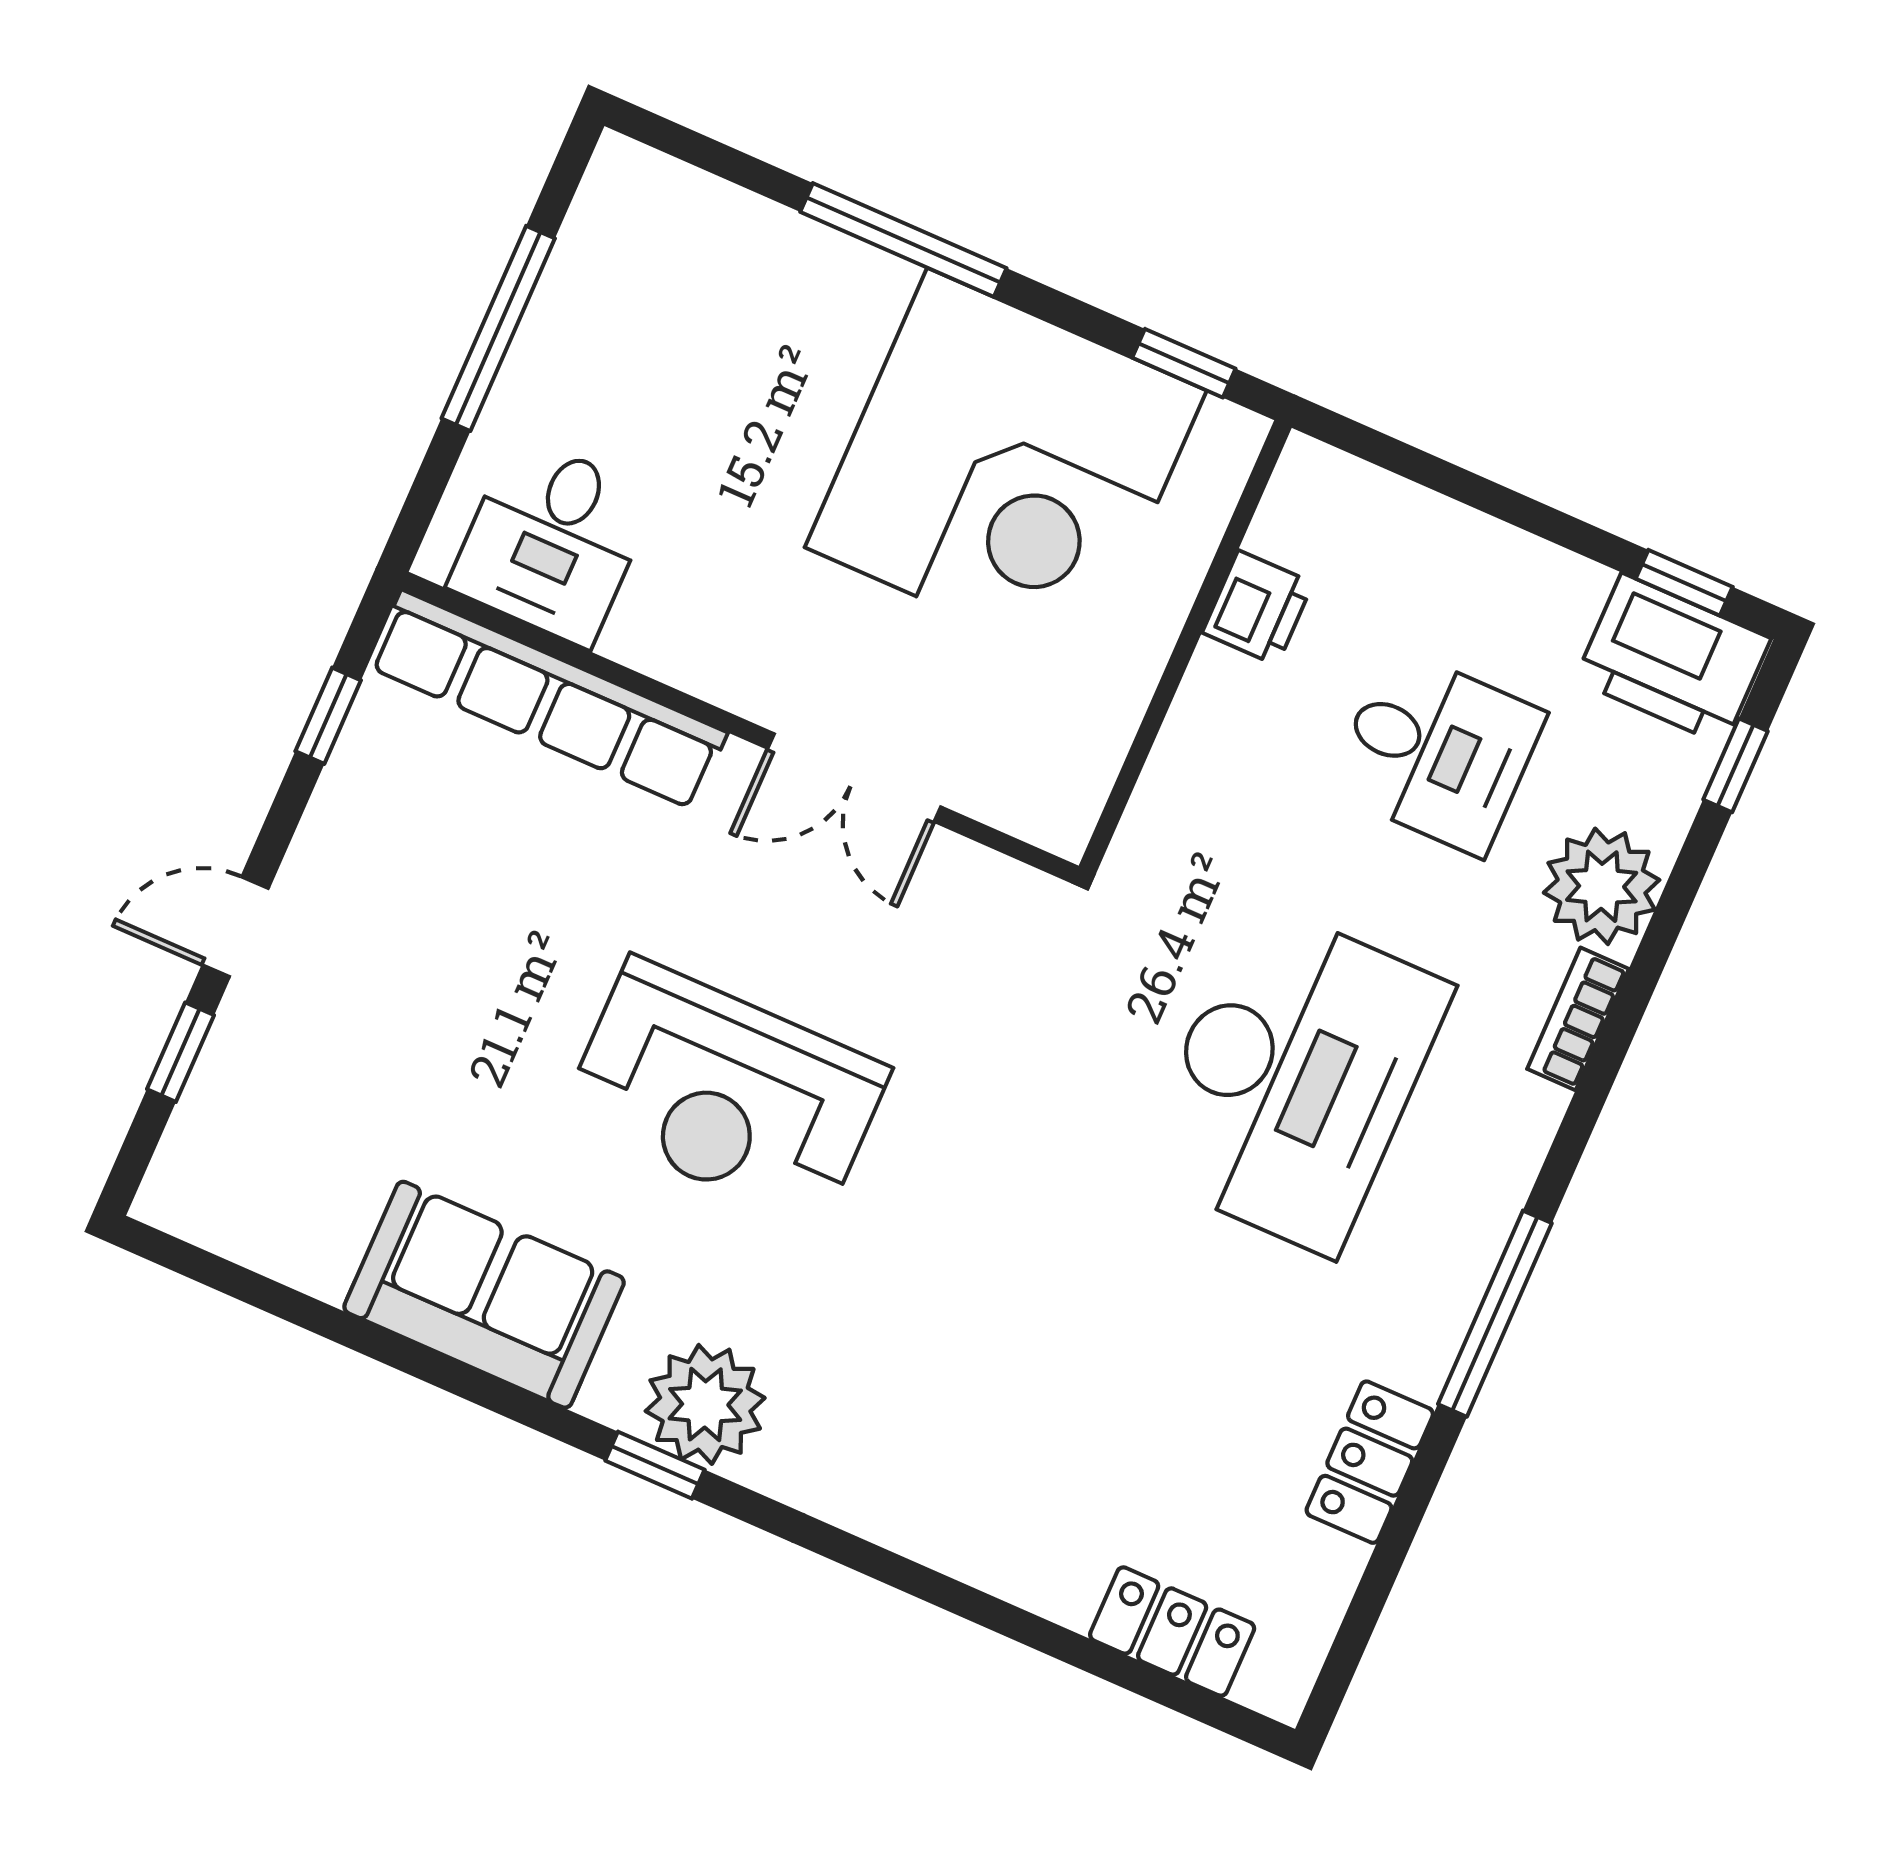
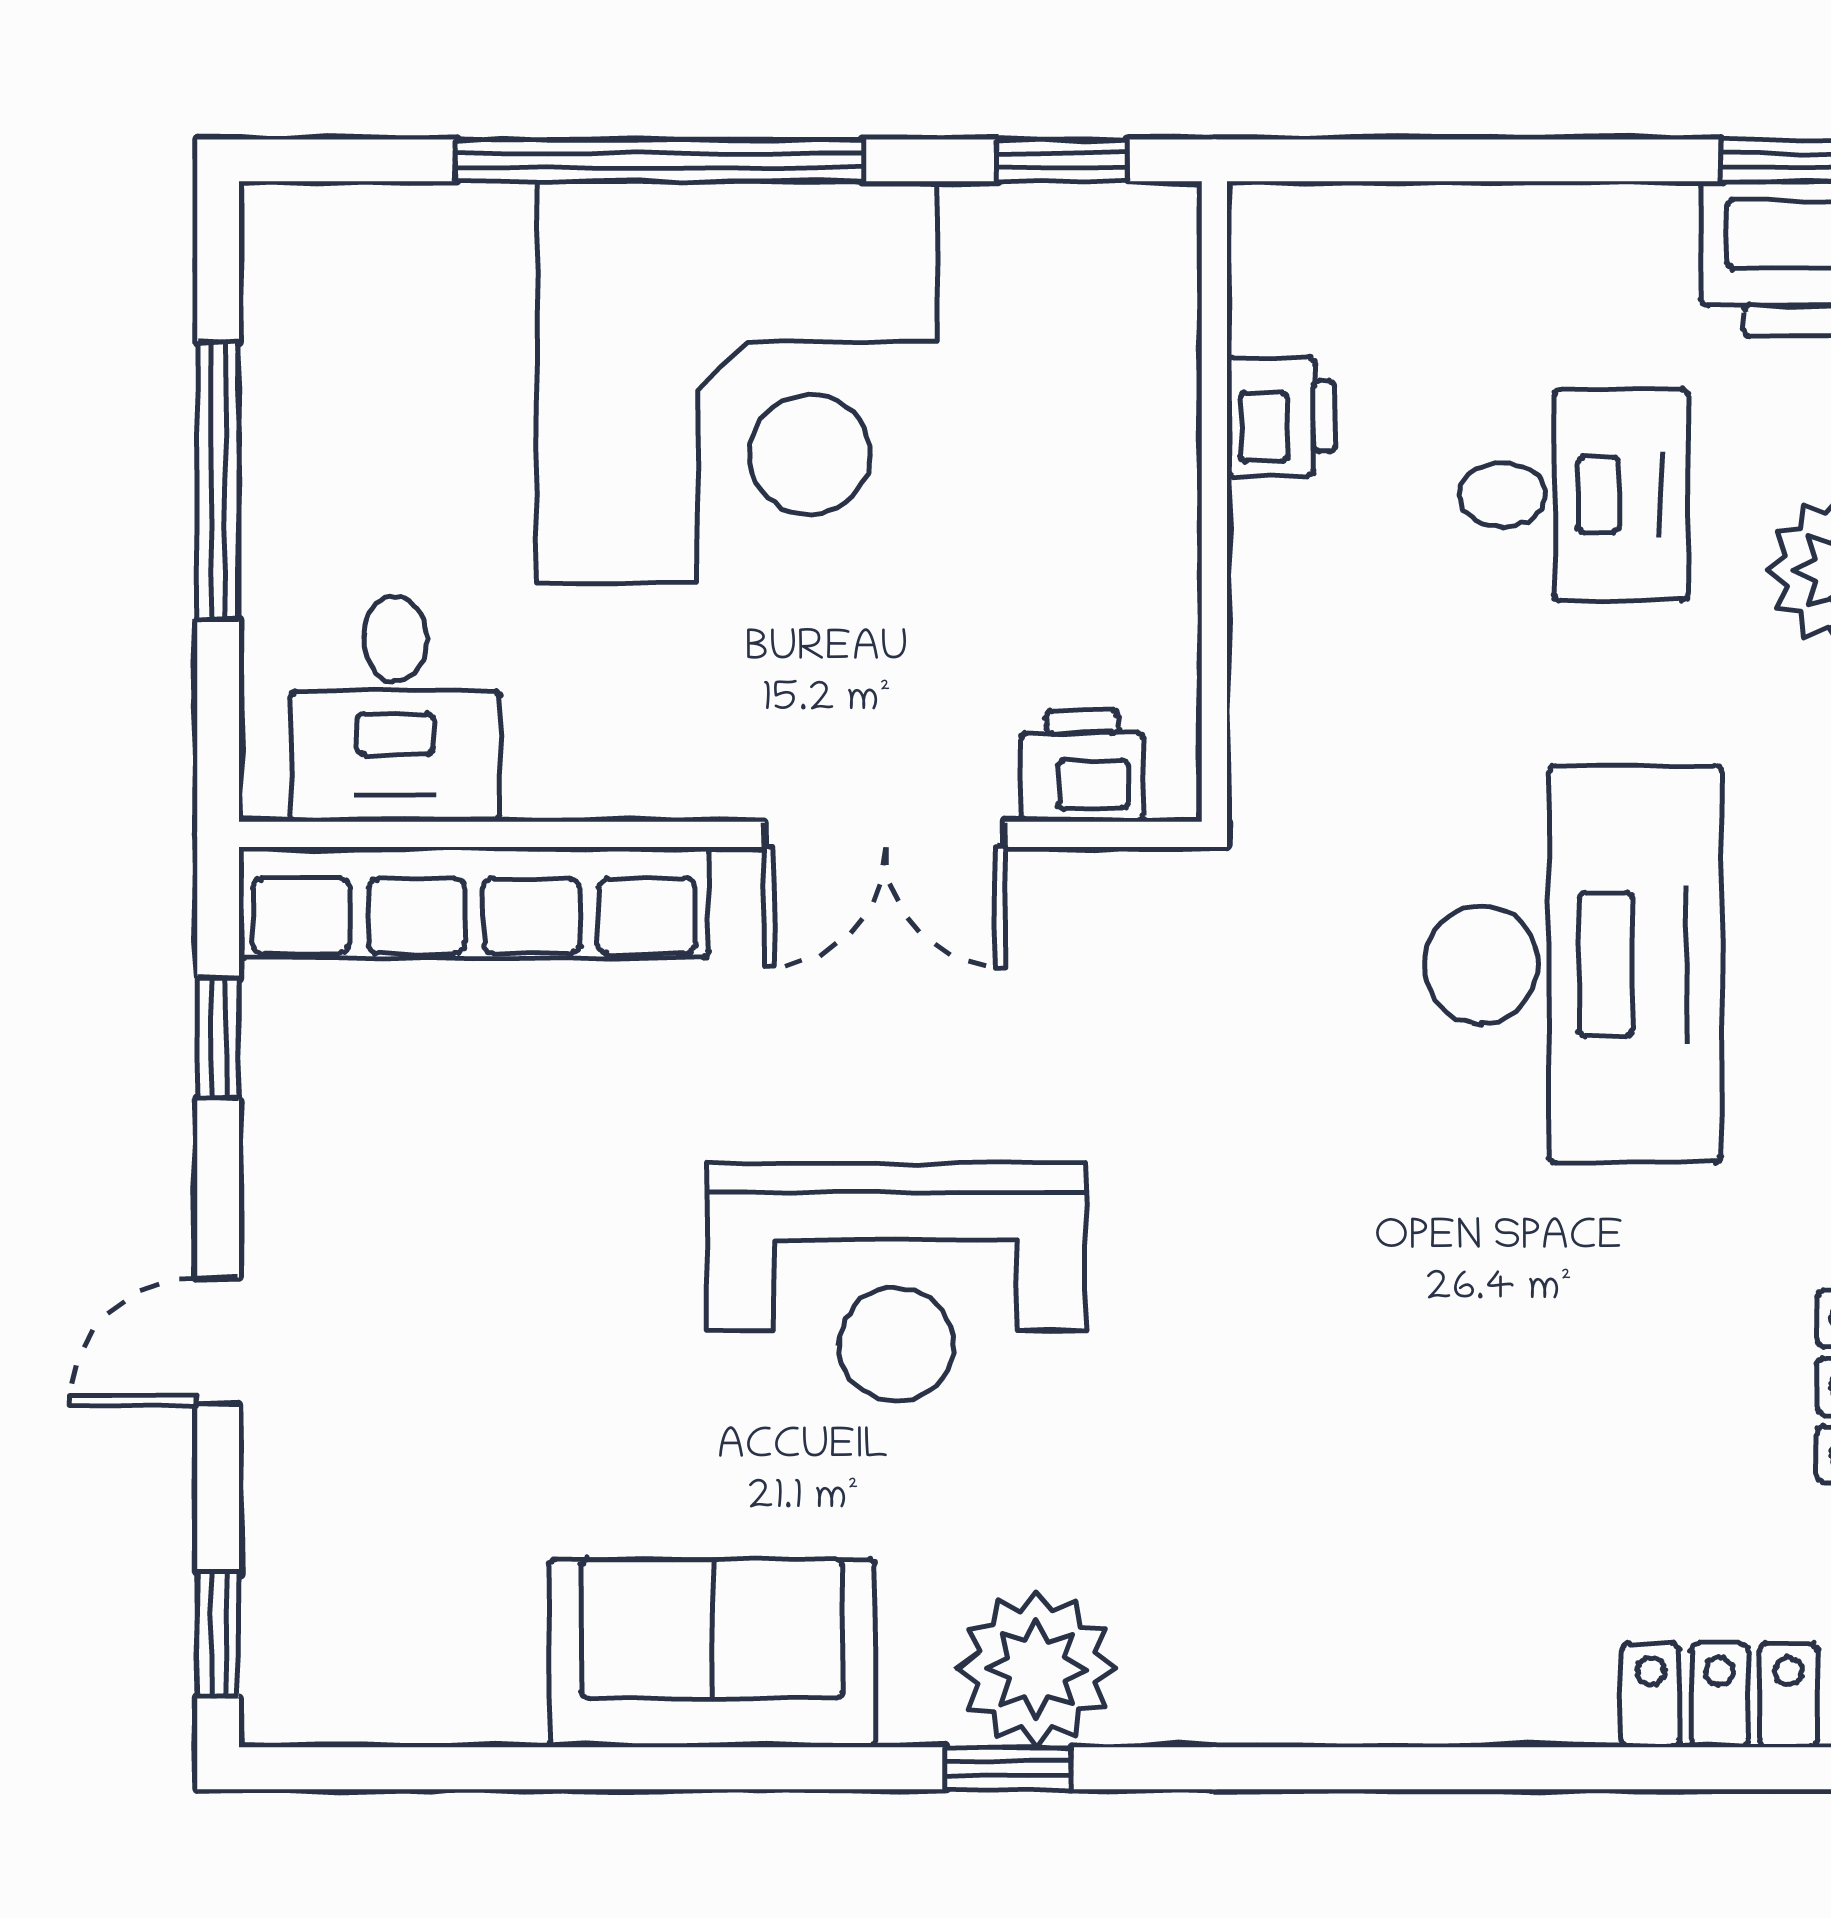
window: (903, 240) -> (660, 160), width x1.46
corner desk: (1006, 469) -> (738, 382), moved
printer: (1012, 791) -> (1082, 766), added
window: (181, 1052) -> (218, 1635), moved

